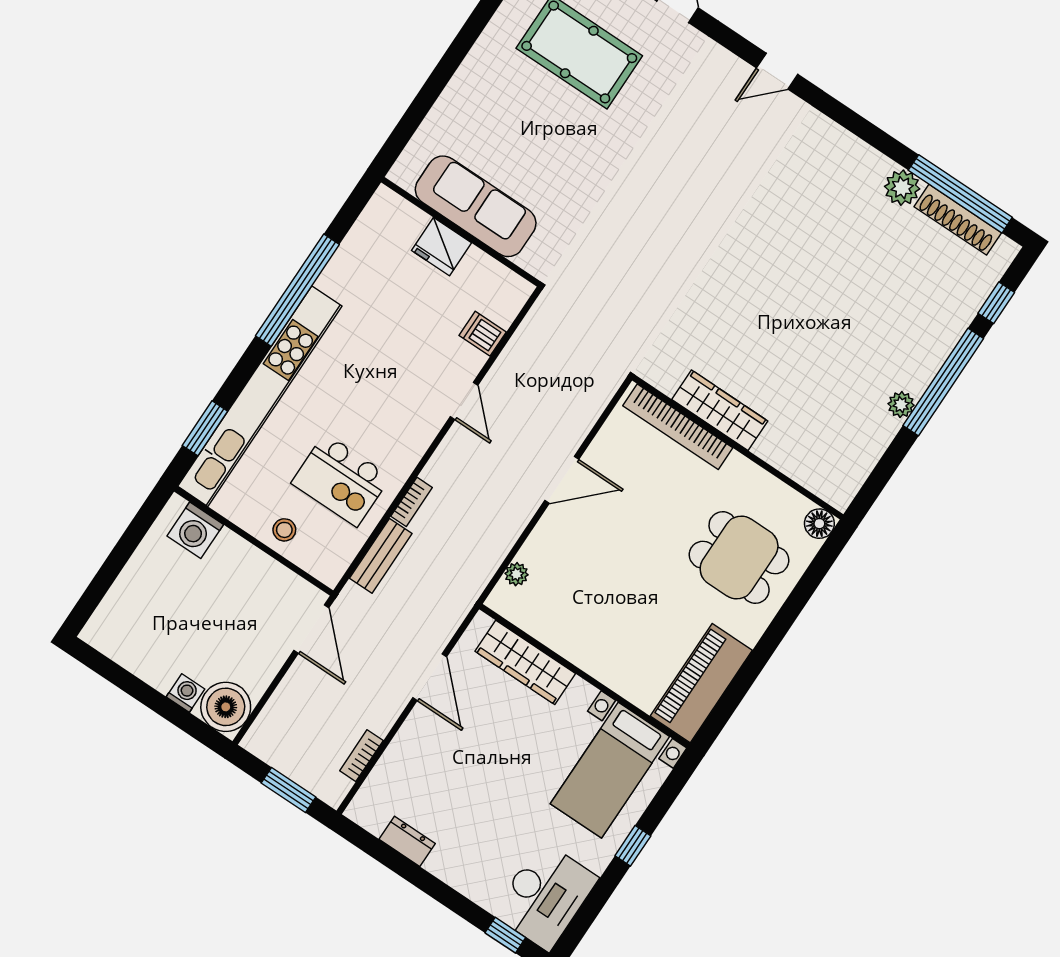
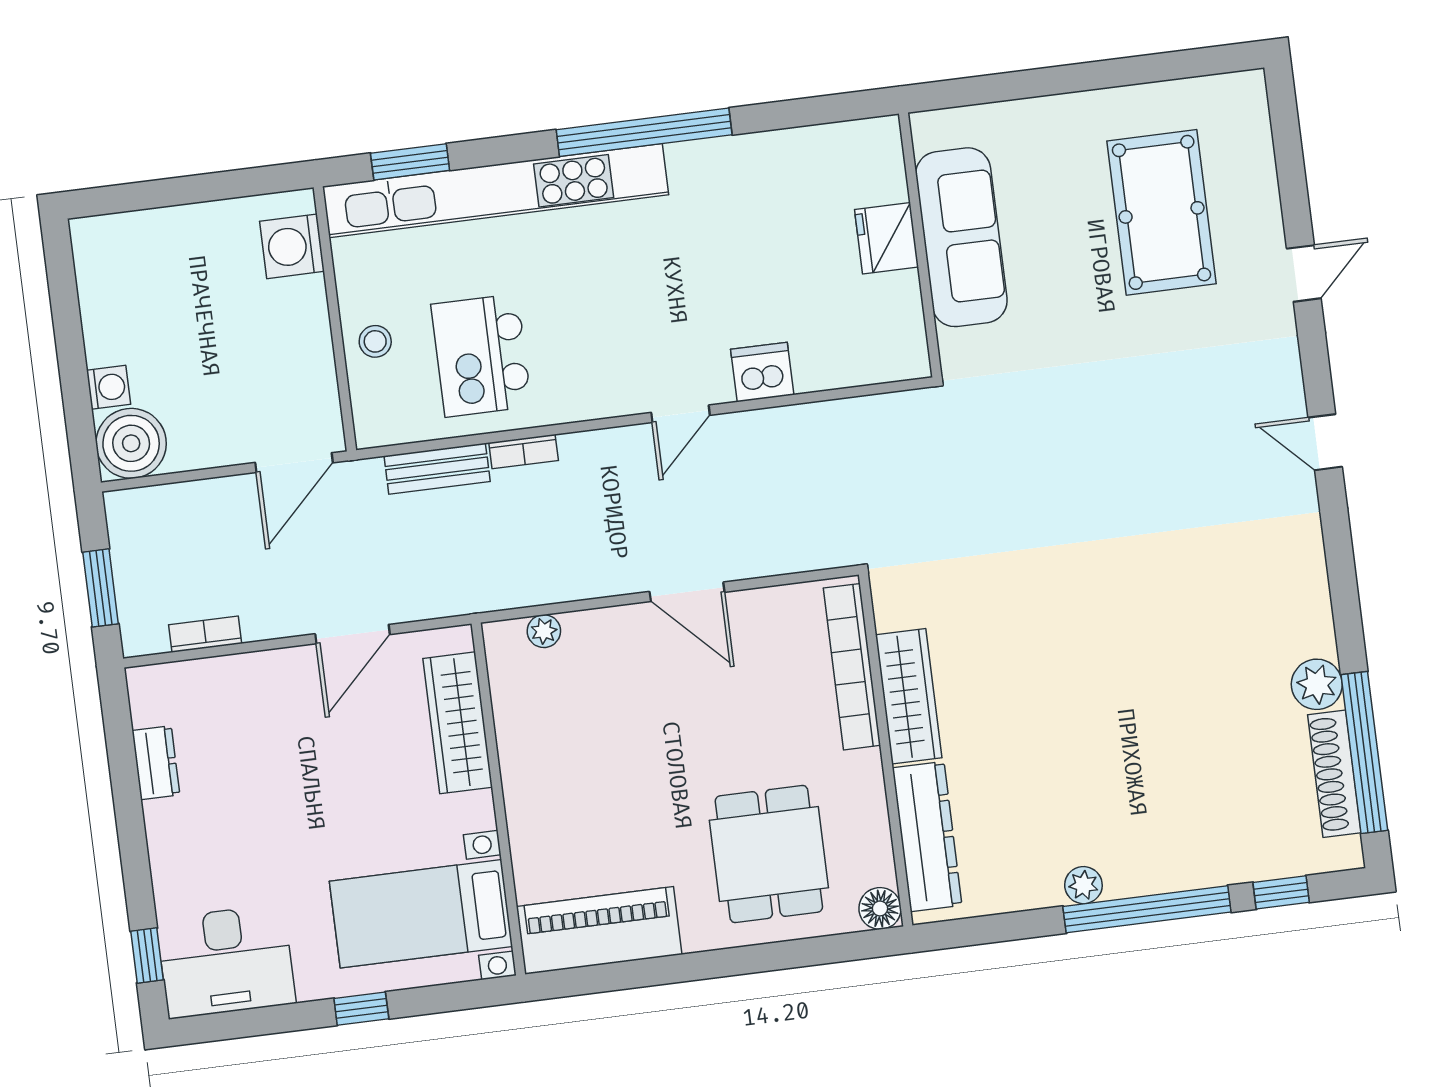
sofa: (476, 206) -> (961, 237), moved
wall: (461, 232) -> (920, 245), moved
fridge: (442, 247) -> (887, 238), moved
dishwasher: (483, 334) -> (762, 372), width x1.38
dresser: (803, 465) -> (927, 836), added

